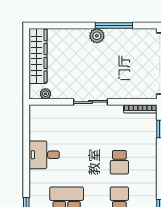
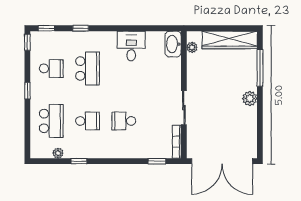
window: (114, 25) -> (260, 68), moved
sliding door: (91, 102) -> (184, 108), moved
washbasin: (42, 113) -> (173, 44), added

